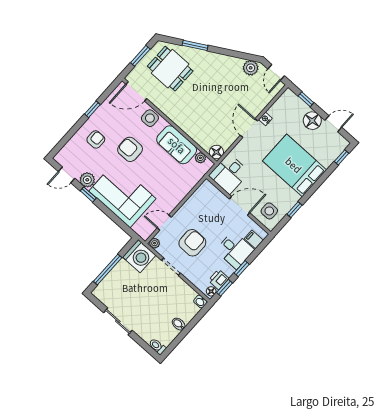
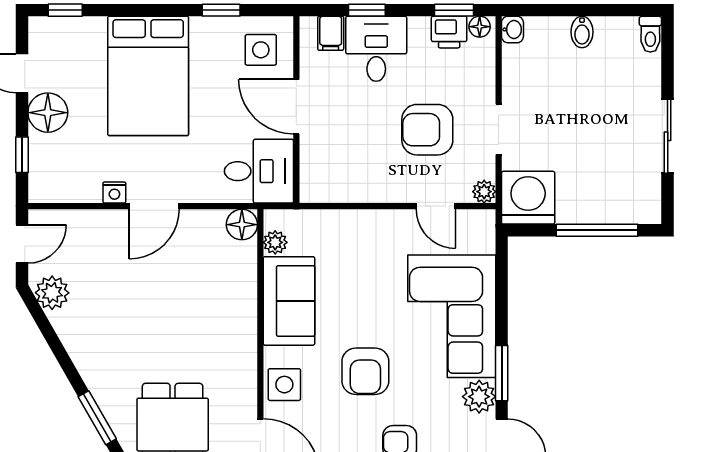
window: (88, 194) -> (502, 373), width x1.50
window: (242, 269) -> (367, 10), moved

